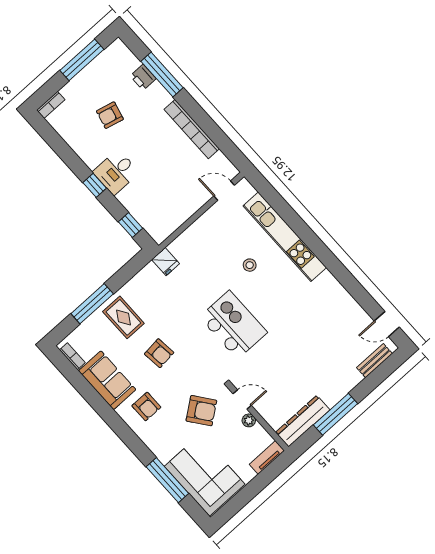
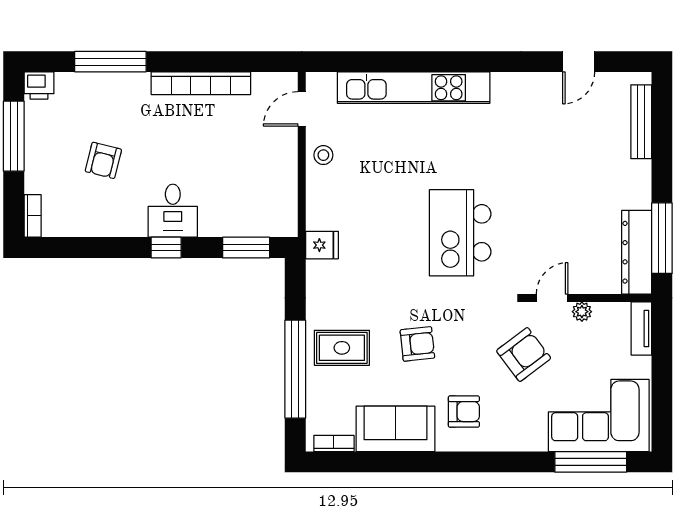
printer: (143, 77) -> (39, 86), moved
window: (130, 225) -> (246, 248), width x1.50
stool: (250, 265) -> (323, 155), moved
window: (92, 304) -> (295, 369), width x1.46
door: (387, 324) -> (579, 62), moved
kitchen island: (233, 325) -> (460, 233), turned -90
bench: (374, 361) -> (641, 122), width x1.36
window: (336, 414) -> (662, 238), moved
window: (167, 480) -> (591, 462), moved

